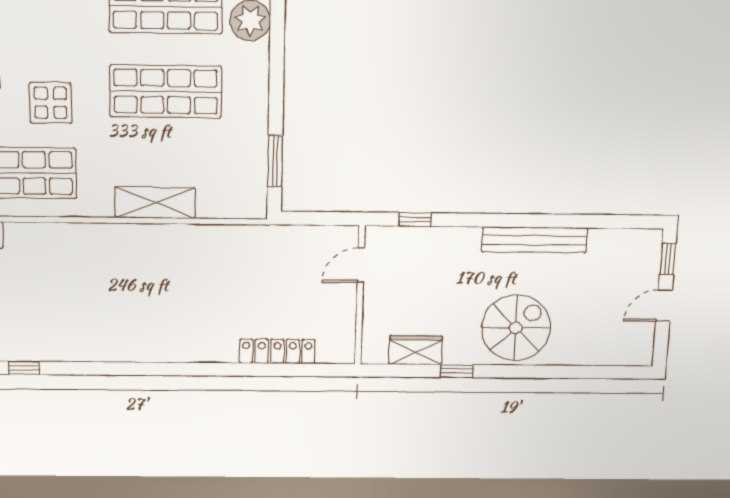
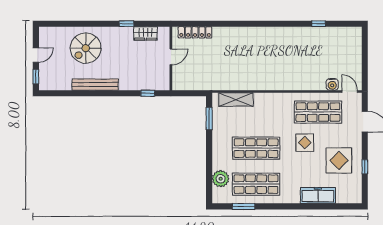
shelving: (155, 203) -> (236, 100), moved
door: (361, 265) -> (171, 57), moved
spiral stairs: (516, 328) -> (86, 48), moved
locker: (277, 351) -> (195, 32), moved

